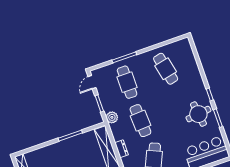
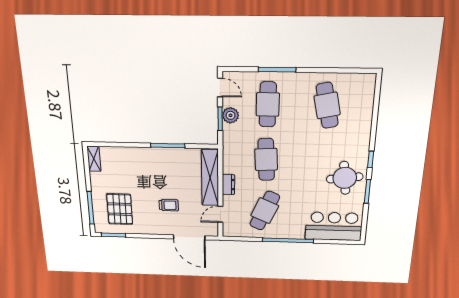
door: (92, 82) -> (220, 88), swing flipped
plant: (112, 117) -> (230, 115), moved

